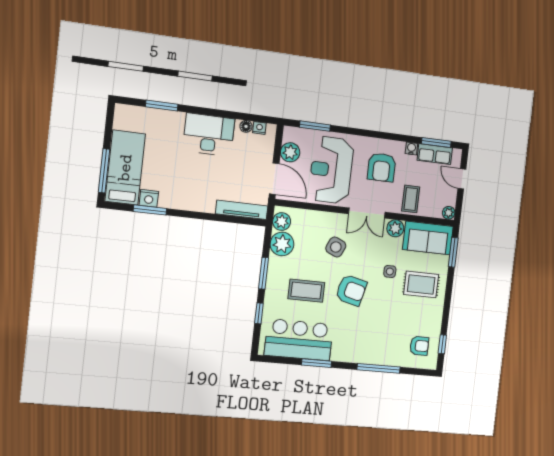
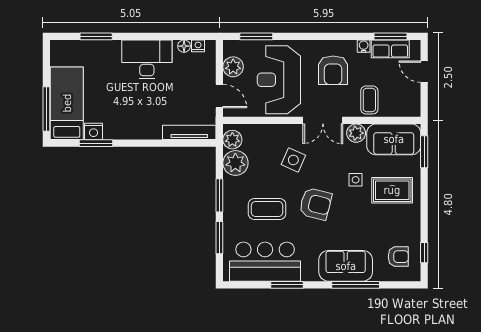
door: (274, 179) -> (219, 96), width x0.73
plant: (449, 213) -> (414, 110), removed
window: (259, 313) -> (219, 238), width x1.50
sofa: (372, 350) -> (346, 266), added

